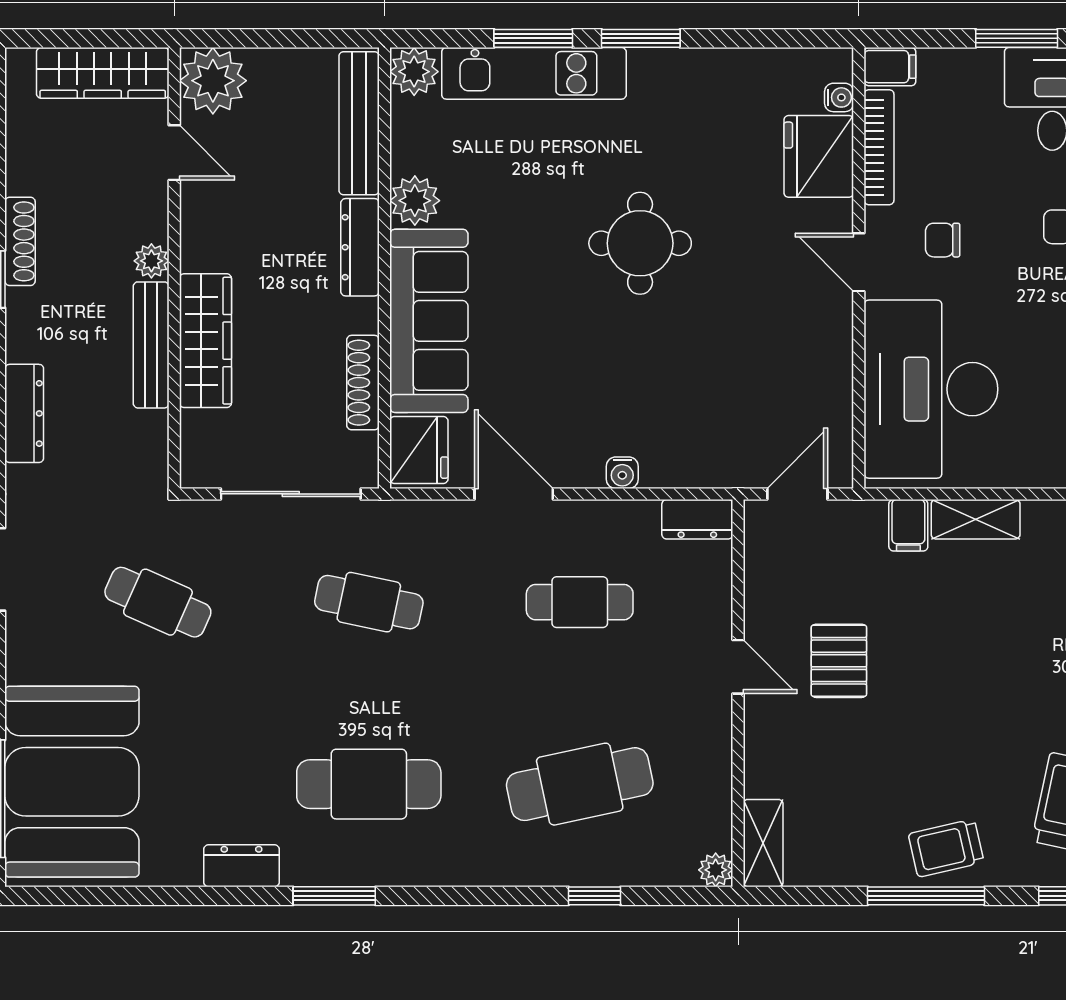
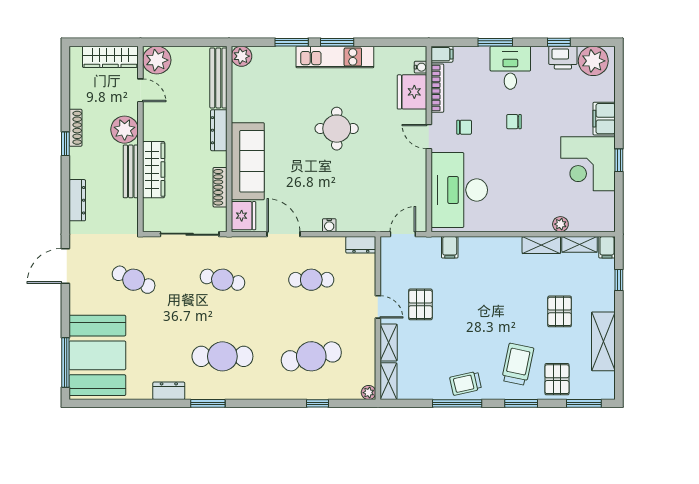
kitchen unit: (534, 73) -> (335, 57), moved
plant: (415, 201) -> (242, 111), removed
chair: (943, 240) -> (464, 127), turned 180
plant: (151, 261) -> (125, 130), width x1.88, depth x1.88
shelving: (976, 519) -> (389, 343), moved, turned 90

